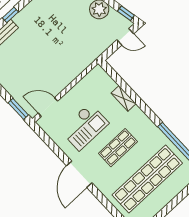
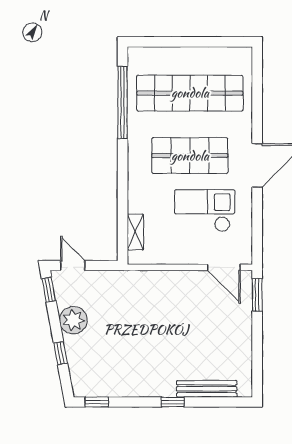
shelving: (123, 98) -> (135, 232), moved
shop shelf: (118, 148) -> (190, 156), width x1.43, depth x1.36

